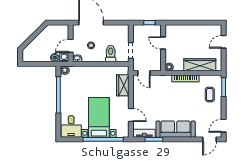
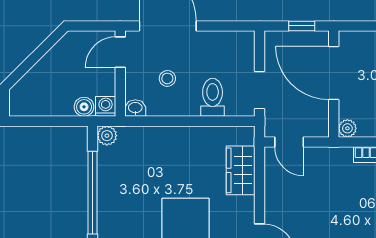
door: (163, 43) -> (334, 73), width x1.87
door: (71, 46) -> (120, 52), moved

